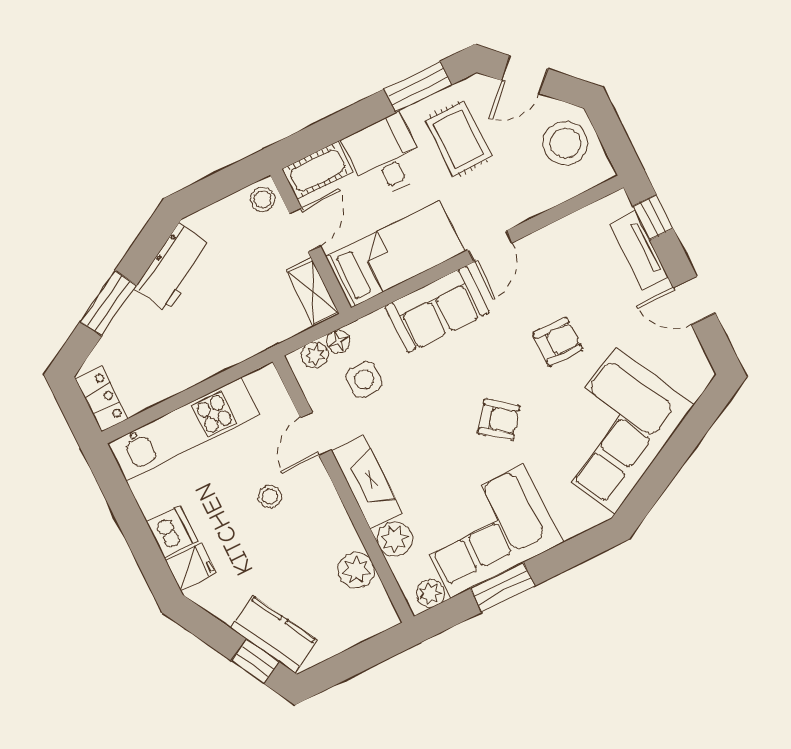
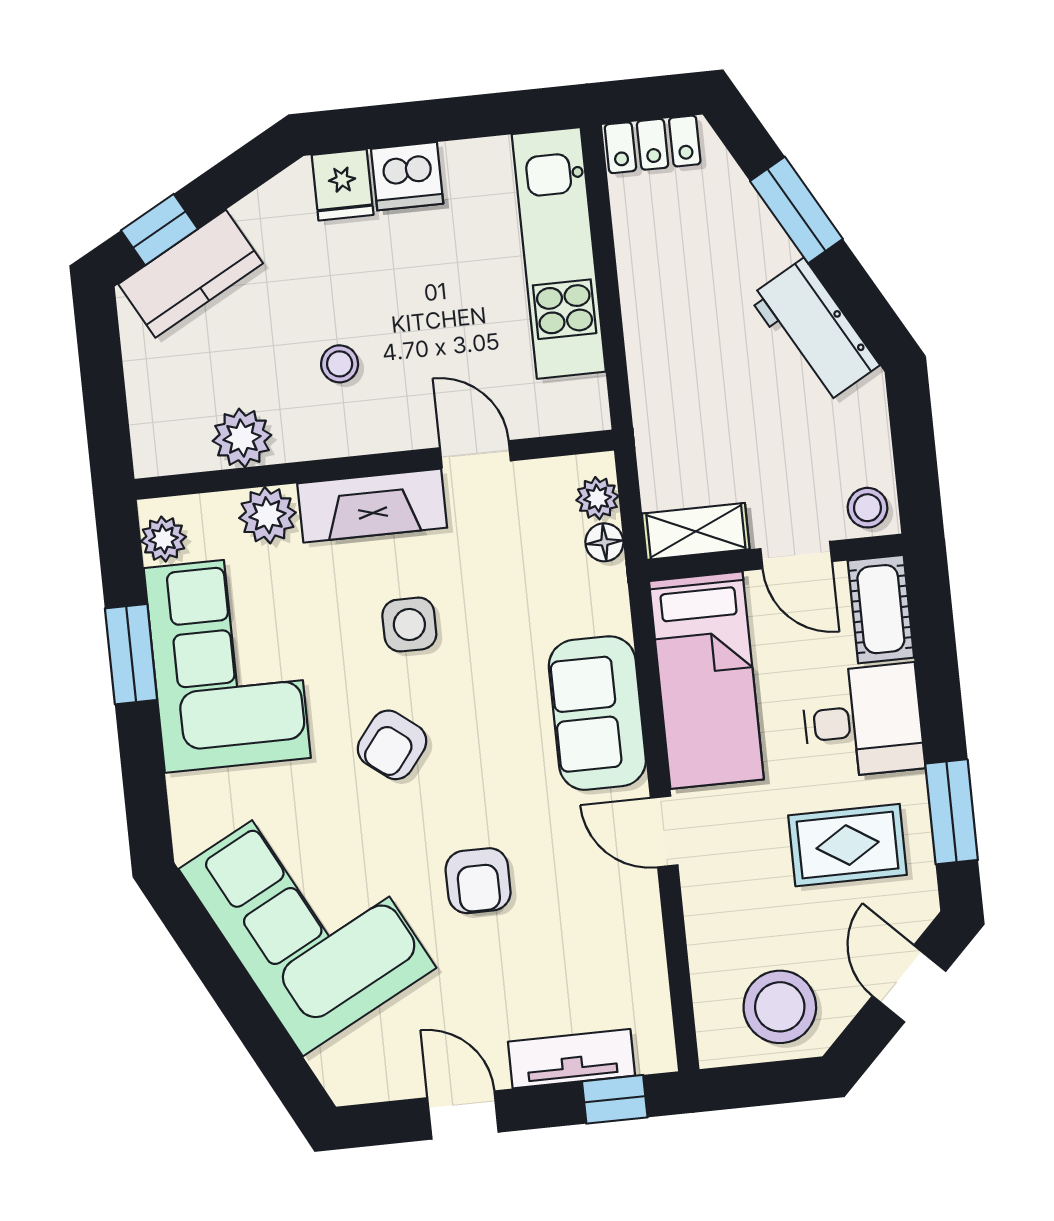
door: (694, 300) -> (463, 1115), hinge flipped
side table: (364, 379) -> (409, 625), moved
stool: (270, 497) -> (340, 364), moved

